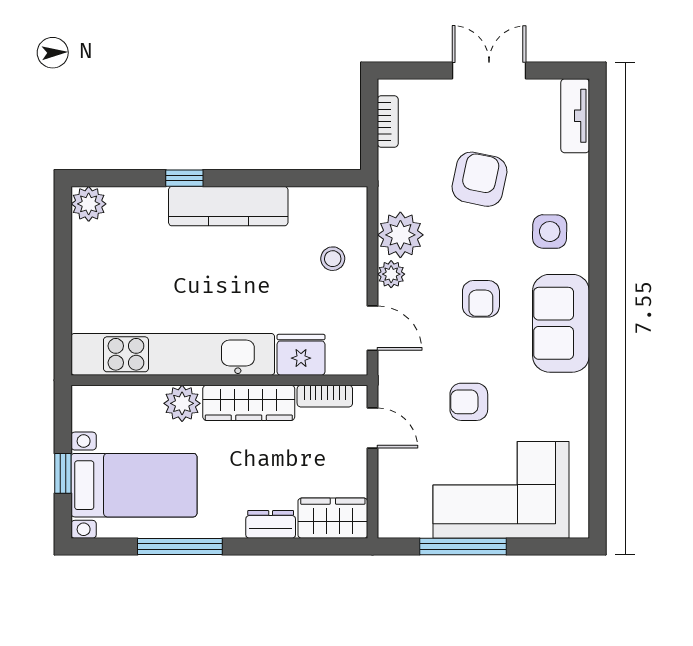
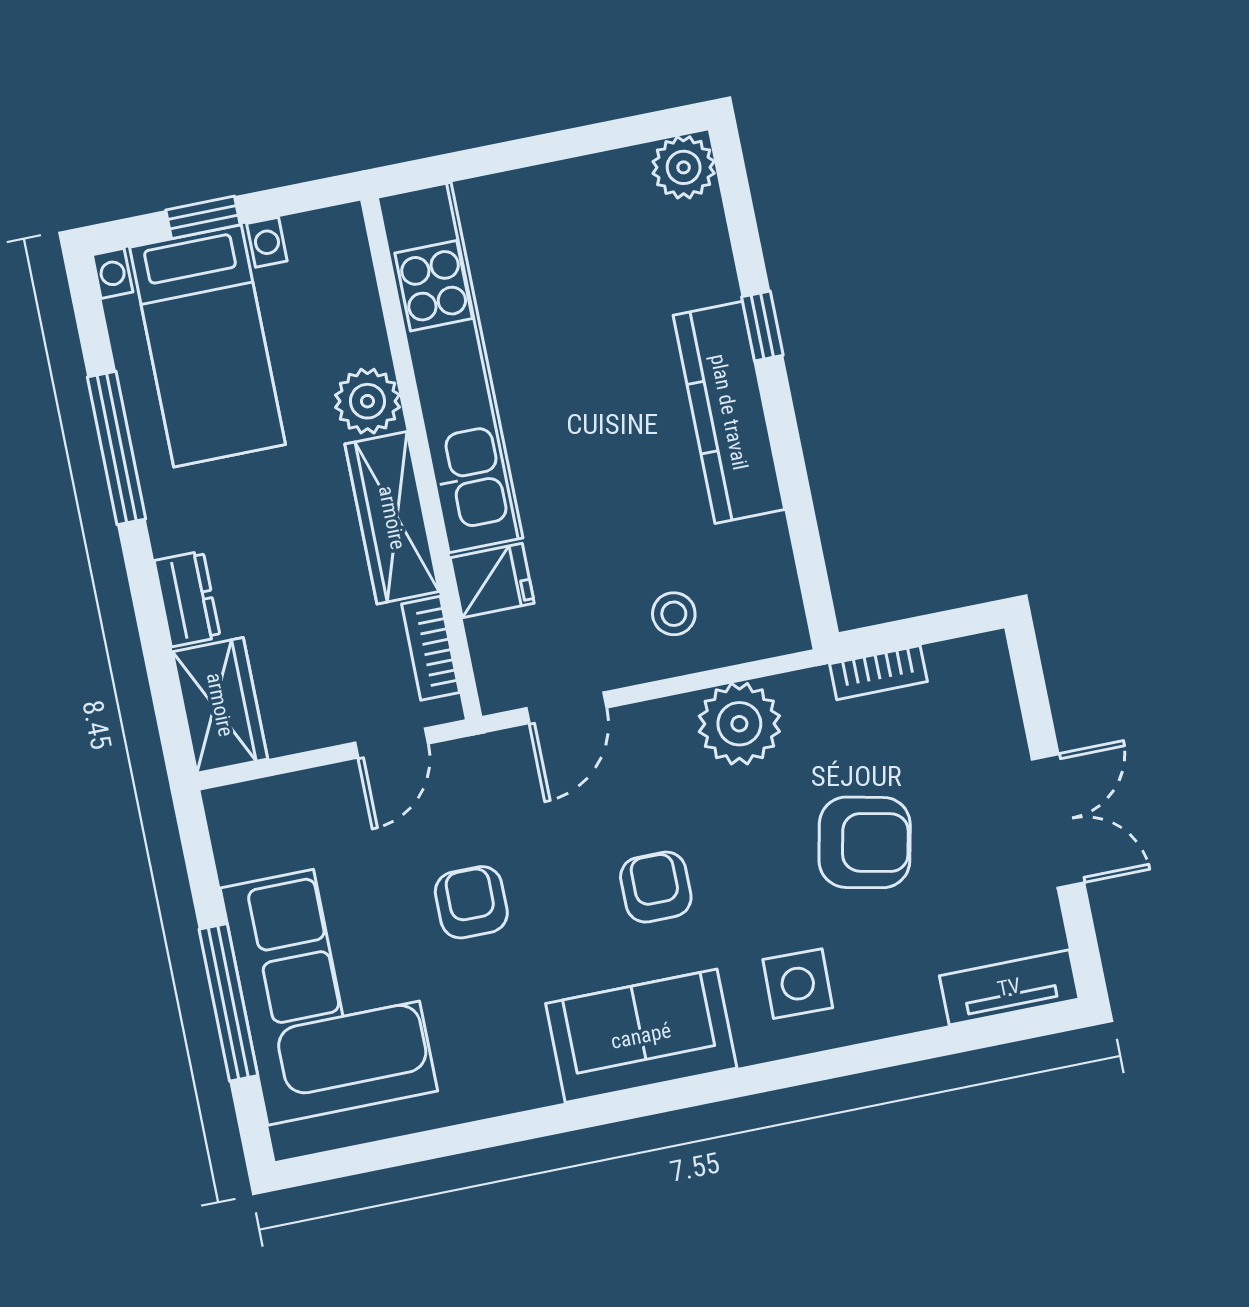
bookcase: (388, 121) -> (878, 673), moved
plant: (391, 274) -> (667, 721), removed
armchair: (481, 299) -> (656, 887), turned 90
fridge: (301, 355) -> (492, 580), width x0.72
window: (463, 546) -> (228, 1002), moved

